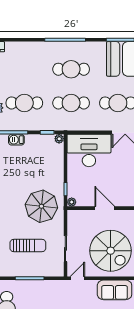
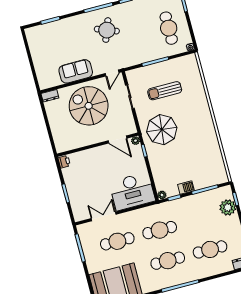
cafe table: (24, 103) -> (210, 249), moved
barbecue: (16, 140) -> (186, 188), moved
door: (105, 208) -> (117, 139), moved

